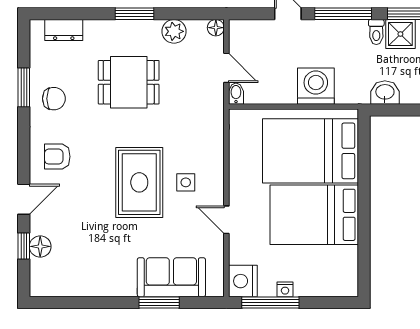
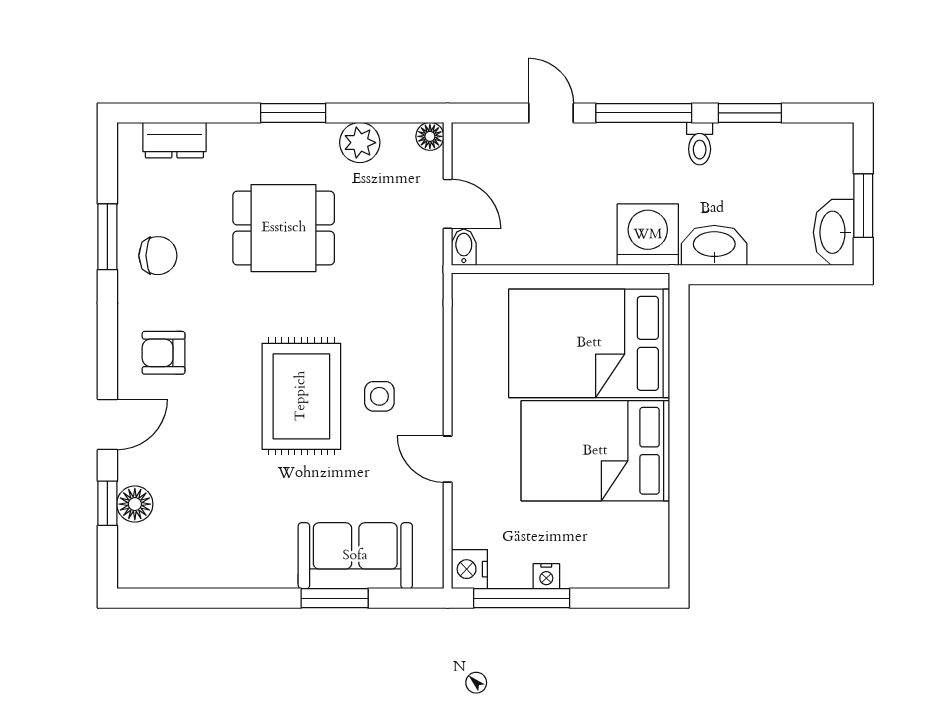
shower: (400, 34) -> (740, 147), removed
washing machine: (316, 86) -> (648, 235), moved
washbasin: (385, 93) -> (714, 245), width x1.38
nightstand: (243, 281) -> (469, 569), width x0.74, depth x0.75

